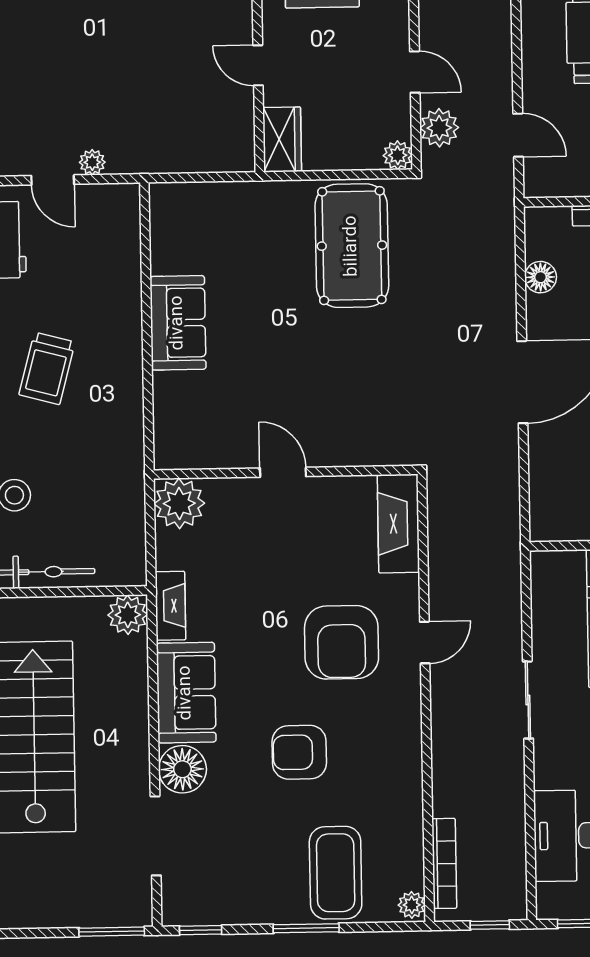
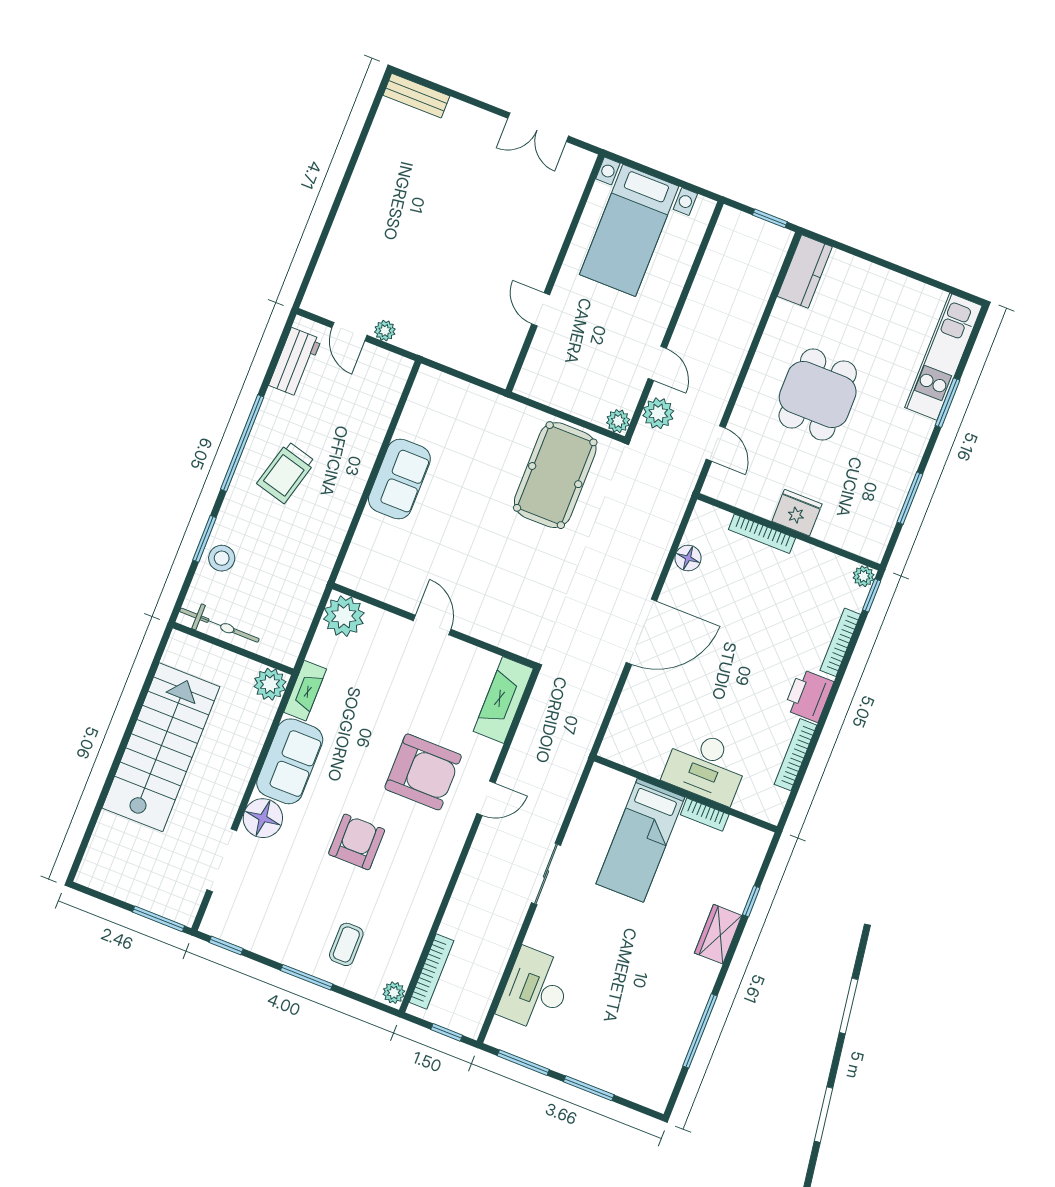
wardrobe: (282, 139) -> (536, 373), removed
armchair: (342, 642) -> (423, 772), turned -90
armchair: (299, 752) -> (357, 842), turned 90
coffee table: (336, 873) -> (346, 944), width x0.54, depth x0.58

